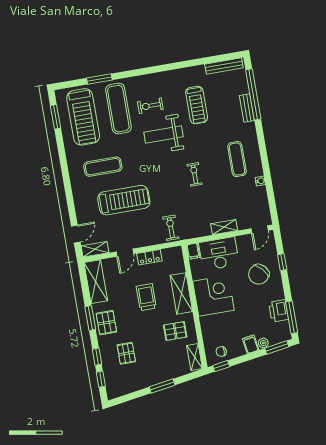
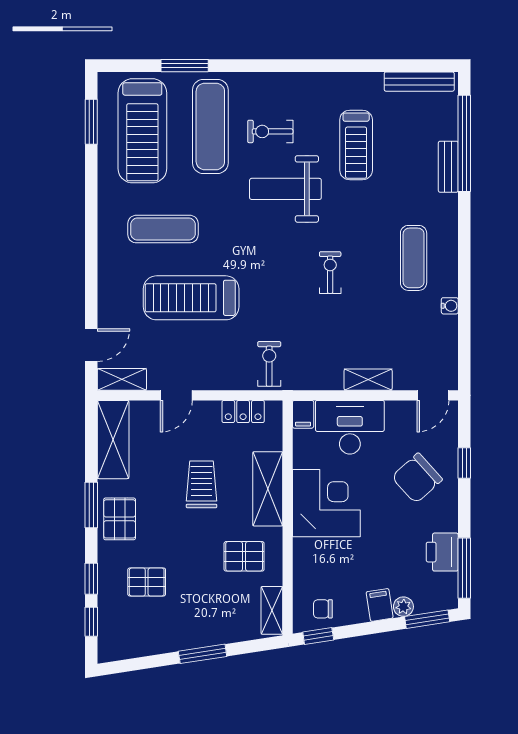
treadmill: (124, 200) -> (191, 298), turned 180
locker: (149, 257) -> (243, 411), moved
pallet: (126, 353) -> (147, 582), turned 90

